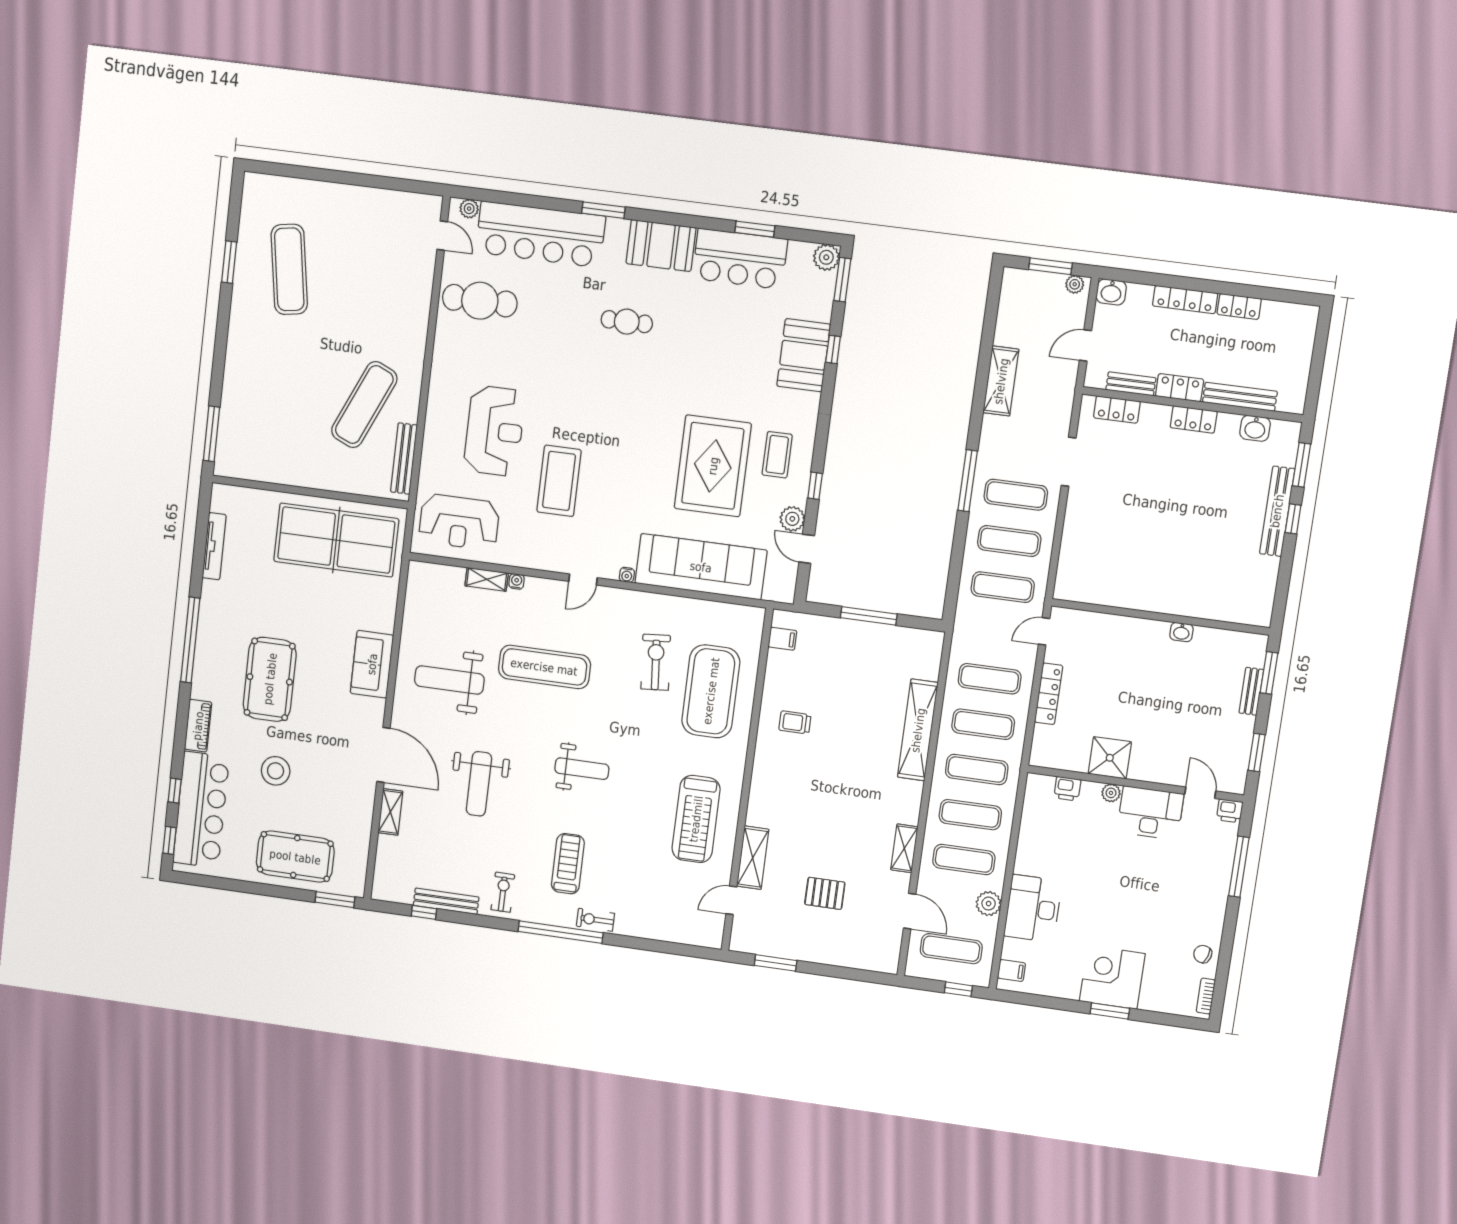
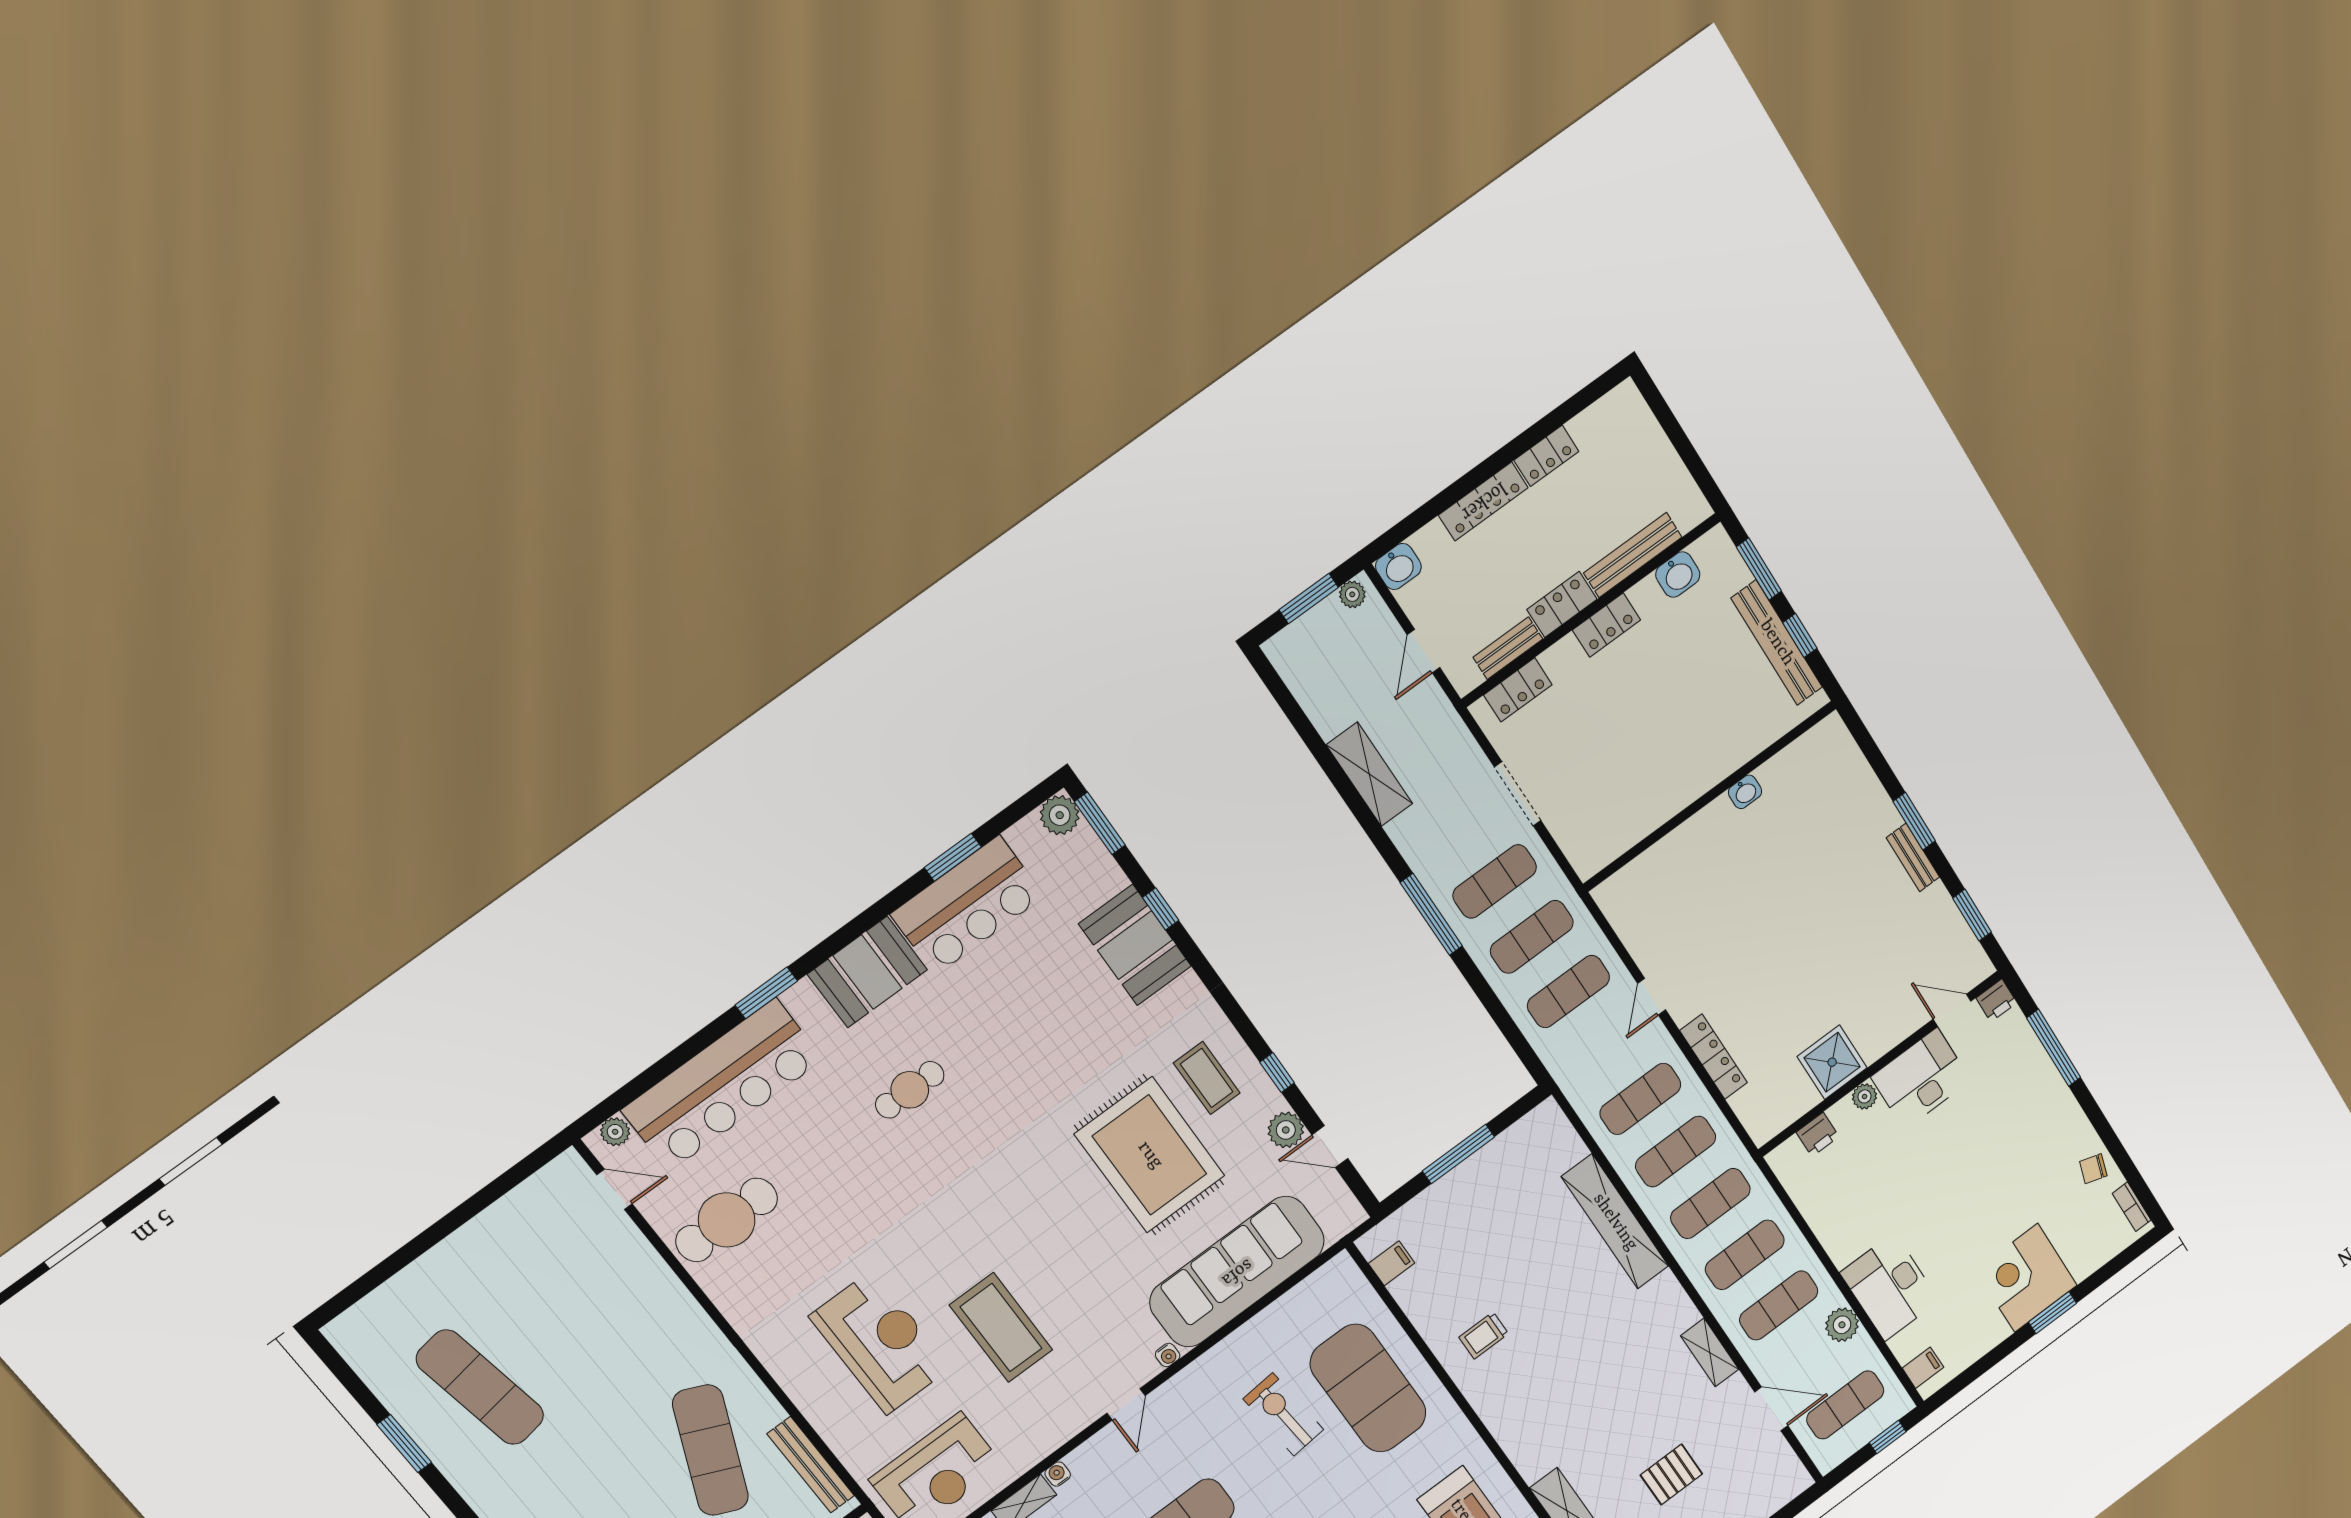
wall: (1160, 617) -> (1710, 796), moved
washbasin: (1181, 632) -> (1745, 792), moved

